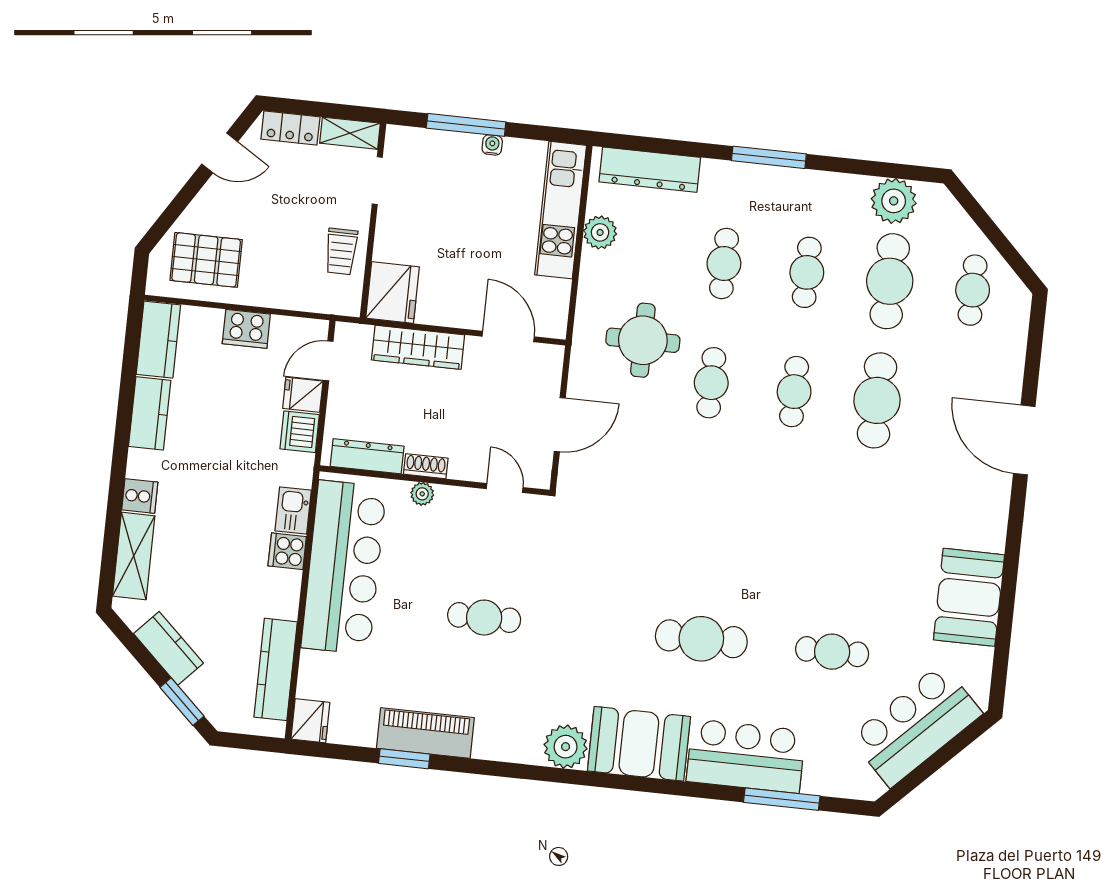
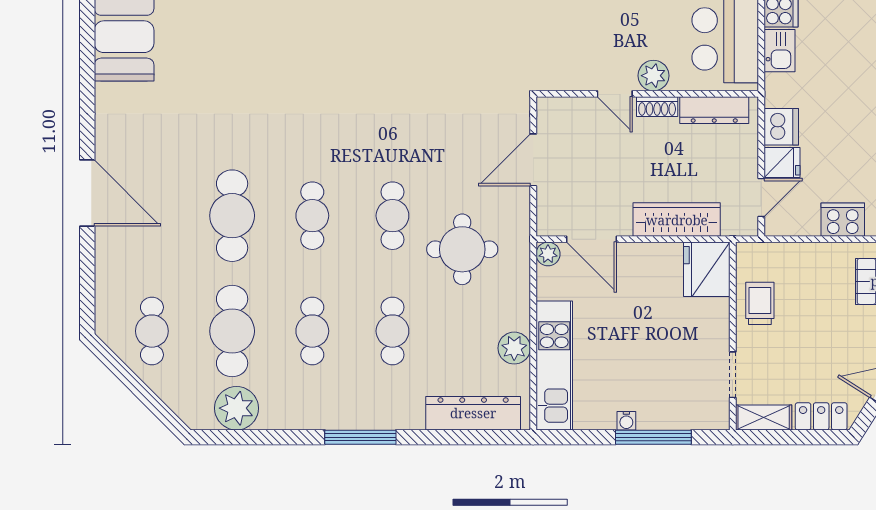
plant: (555, 326) -> (548, 254), added
door: (505, 488) -> (615, 94), moved
plant: (422, 494) -> (653, 76), width x1.38, depth x1.38

